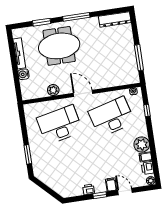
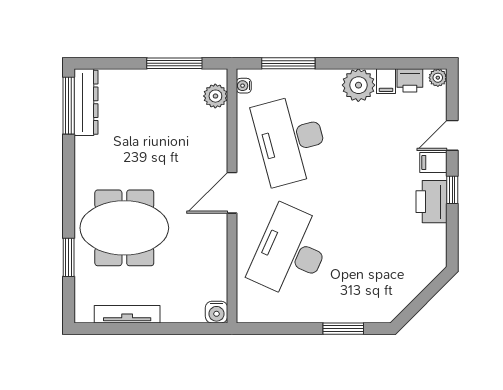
window: (76, 17) -> (69, 106), moved
meeting table: (59, 46) -> (124, 228), turned 90
water cooler: (24, 74) -> (217, 312), moved
plant: (53, 90) -> (215, 96), moved
window: (147, 110) -> (288, 63), width x2.17
desk: (60, 125) -> (291, 252), turned 36
printer: (89, 189) -> (431, 202), width x1.87, depth x1.48

